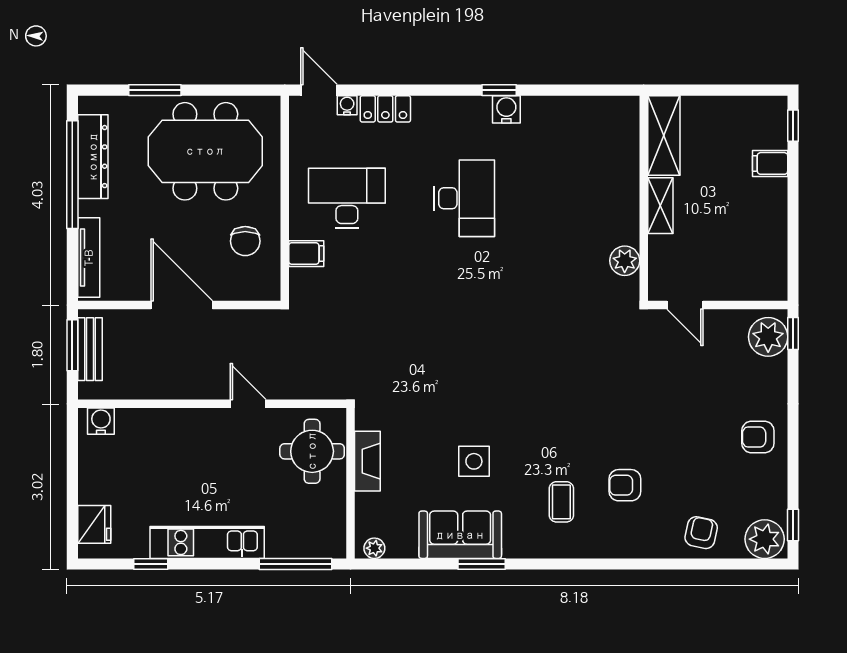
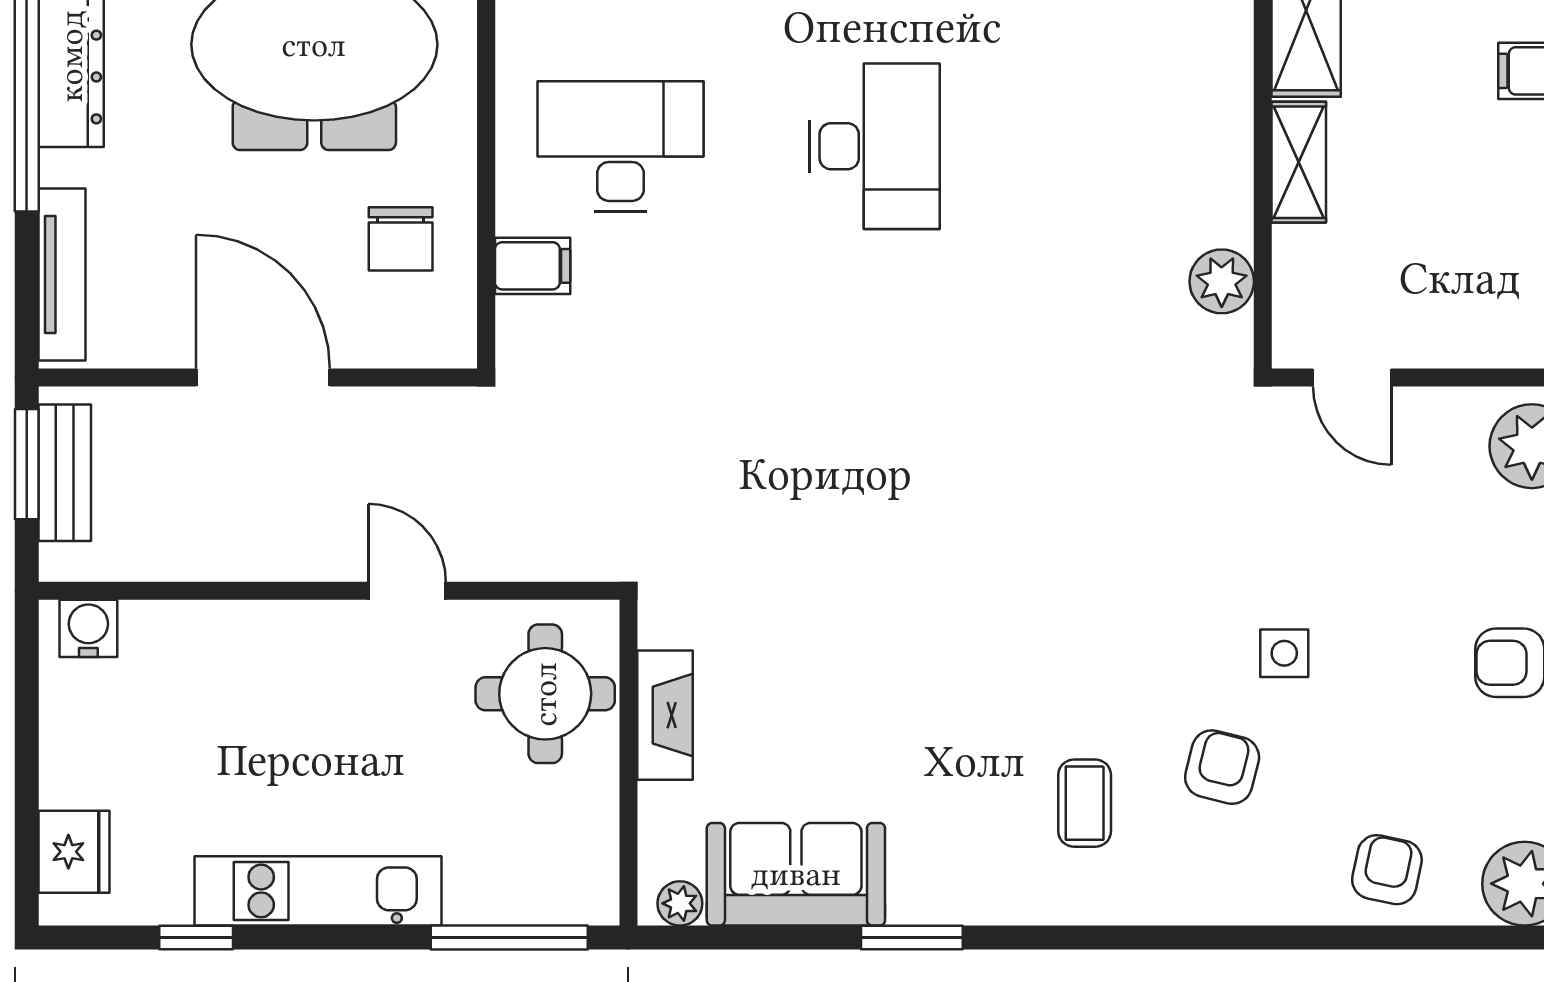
side table: (474, 461) -> (1284, 653), moved, width x0.73, depth x0.73
armchair: (625, 485) -> (1222, 767), turned 104
sofa: (460, 535) -> (796, 874), moved

